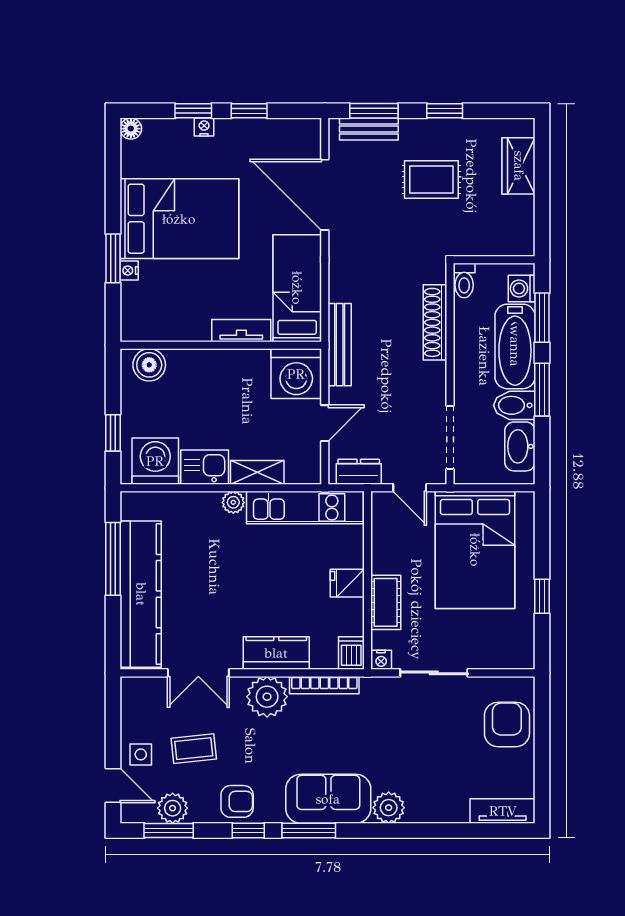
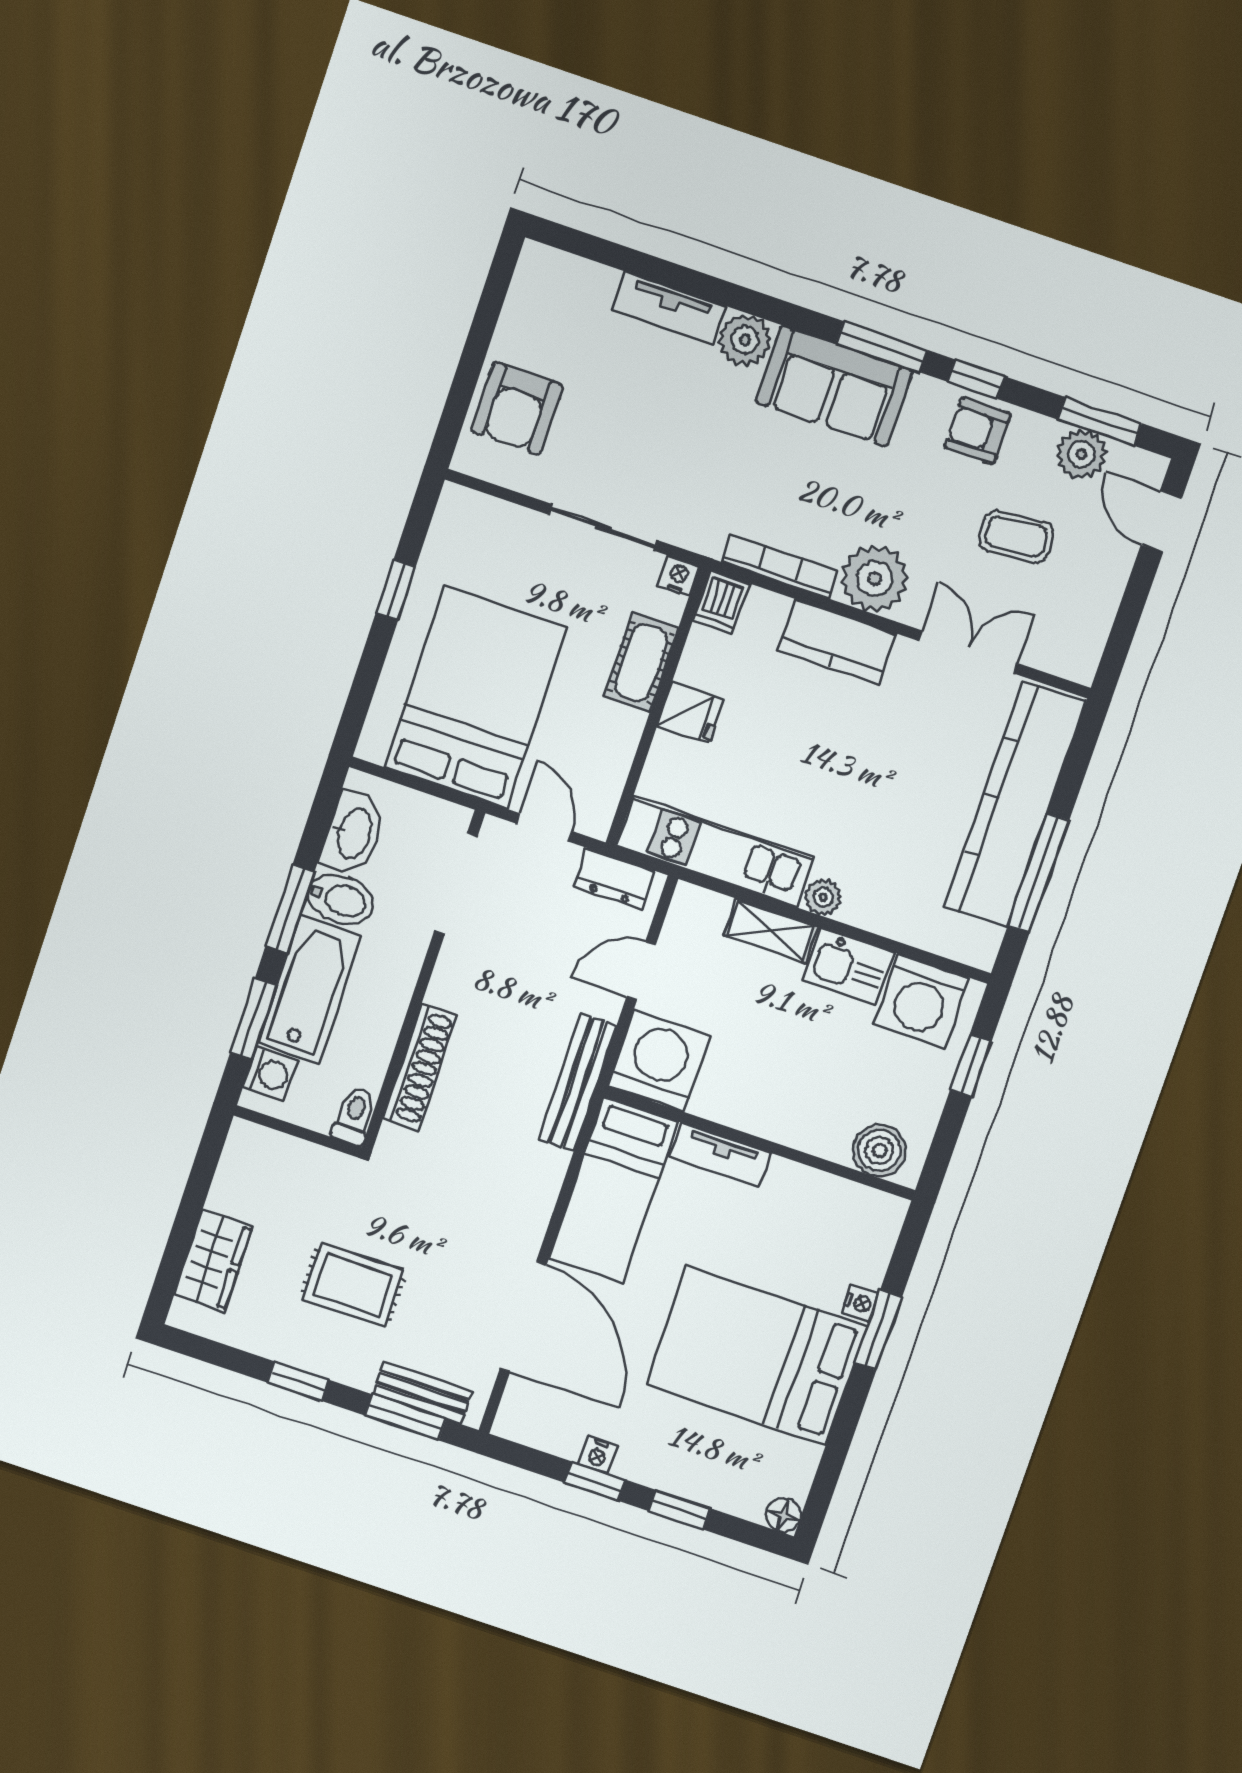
nightstand: (204, 127) -> (598, 1455), moved
side table: (141, 754) -> (1102, 555), removed
tv unit: (503, 811) -> (668, 308), moved

